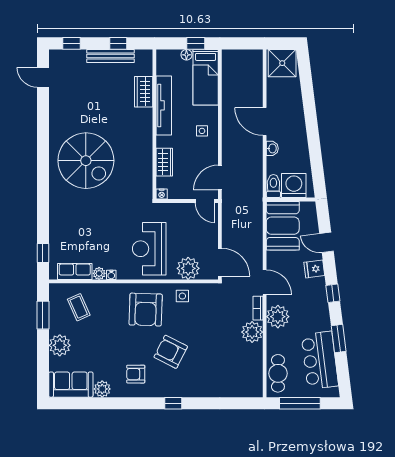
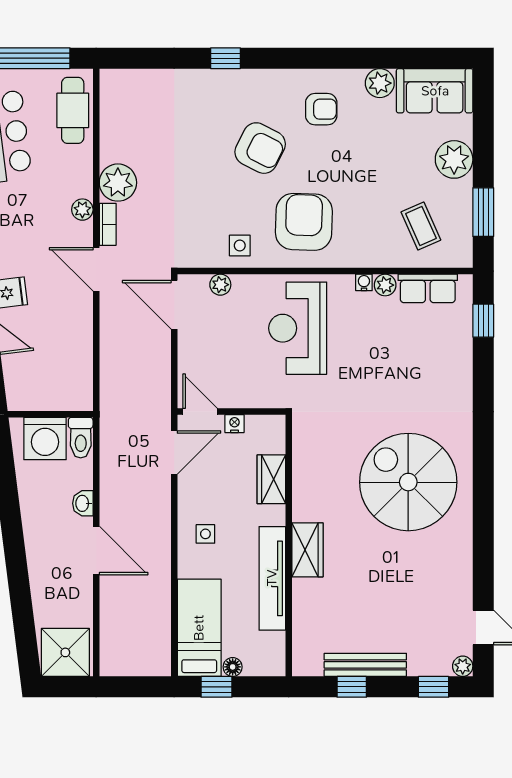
plant: (55, 55) -> (463, 666), added
wardrobe: (144, 92) -> (307, 550), moved
nightstand: (162, 194) -> (234, 424), moved
booth: (283, 226) -> (64, 368), removed
reception desk: (149, 249) -> (298, 328), turned 180
plant: (188, 268) -> (220, 285), width x0.53, depth x0.53
plant: (278, 317) -> (82, 210), width x0.53, depth x0.53
window: (173, 403) -> (226, 58), moved

